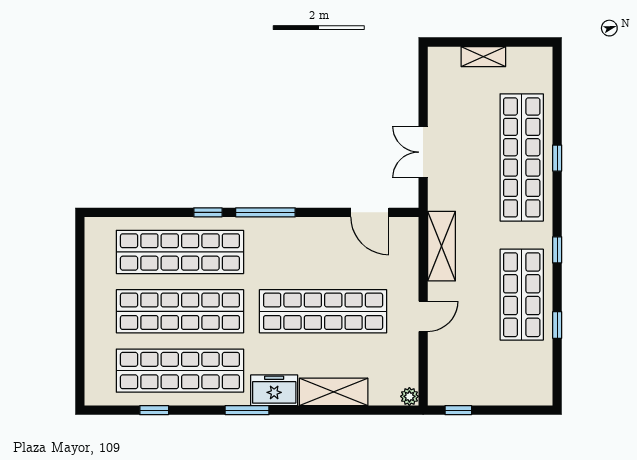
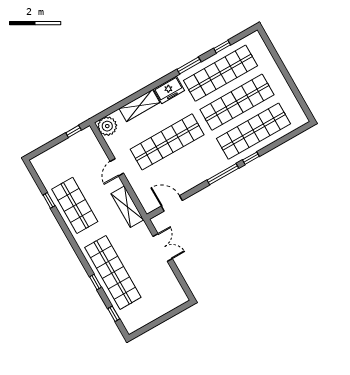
shelving: (483, 57) -> (160, 311), removed
window: (557, 250) -> (114, 314), moved
plant: (409, 396) -> (107, 126), width x1.88, depth x1.88
window: (247, 410) -> (189, 65), moved

